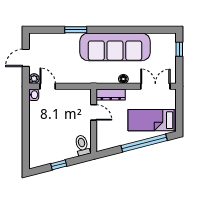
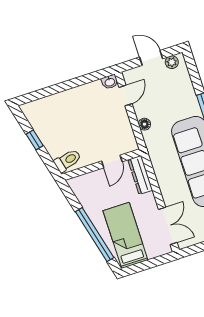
plant: (34, 79) -> (172, 62), moved
floor lamp: (123, 79) -> (144, 124), moved

